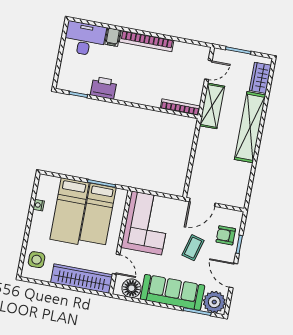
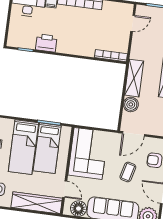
shelving: (212, 106) -> (134, 78), moved
boiler: (201, 167) -> (131, 104), added

